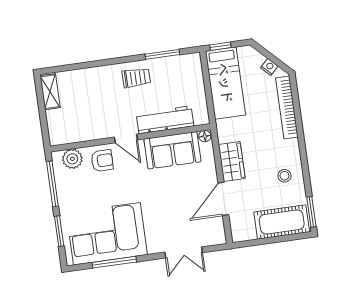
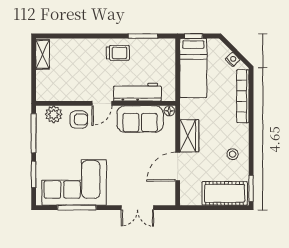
door: (126, 138) -> (102, 103), hinge flipped

